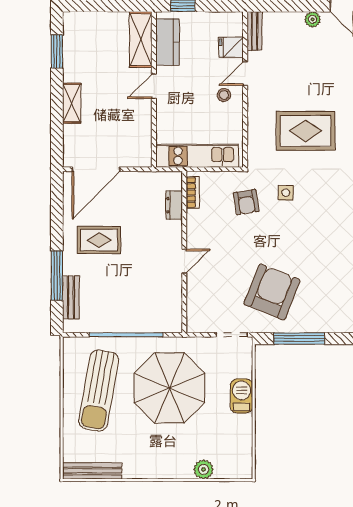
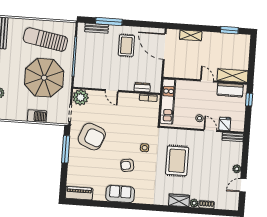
shelving: (72, 103) -> (191, 35), moved
armchair: (246, 202) -> (127, 165), moved
plant: (201, 318) -> (81, 97), added

